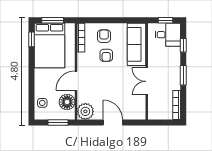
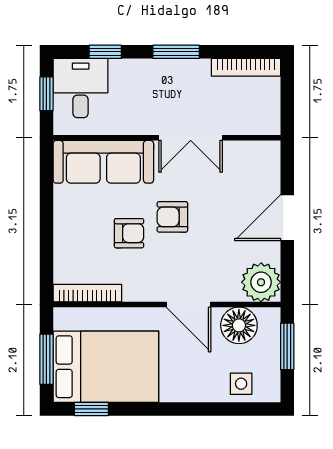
armchair: (104, 36) -> (172, 217), moved

